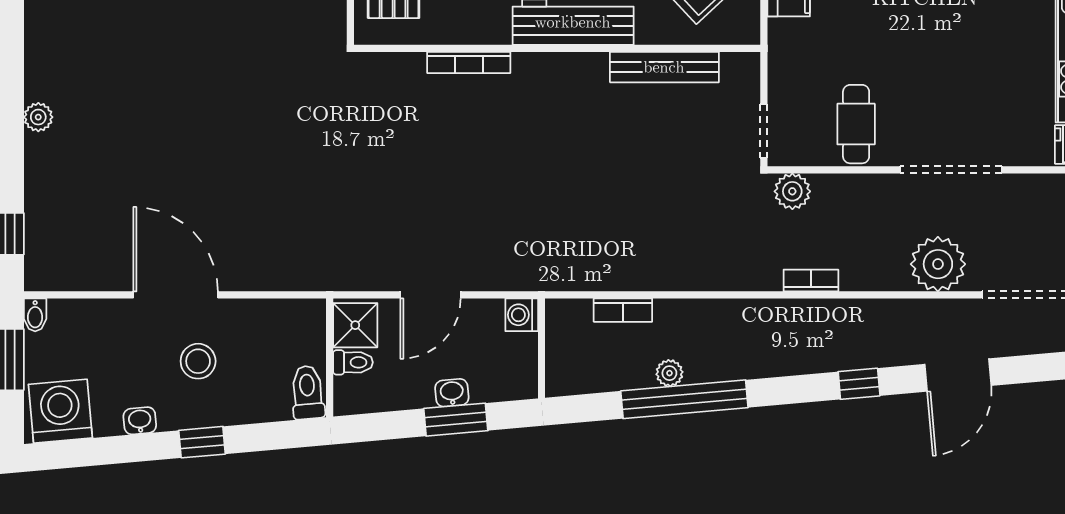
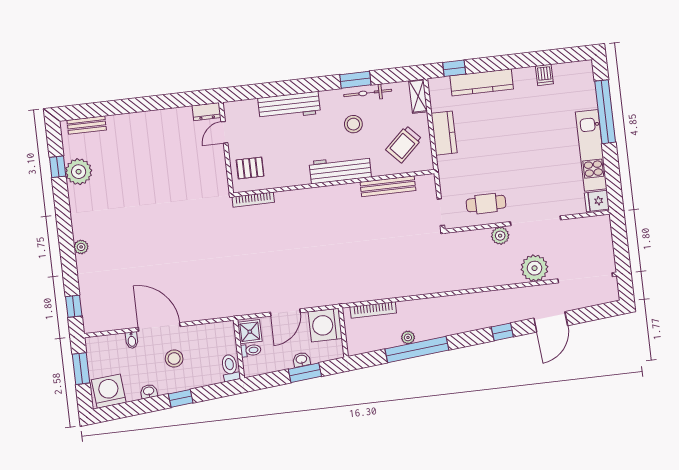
bookcase: (469, 62) -> (253, 200), moved
cafe table: (856, 124) -> (486, 204), turned 90
plant: (792, 191) -> (500, 236), moved
bookcase: (811, 281) -> (473, 284), removed
bookcase: (623, 310) -> (373, 310), width x1.56
bidet: (35, 315) -> (132, 340), moved
washing machine: (522, 315) -> (325, 325), width x1.89, depth x1.89

